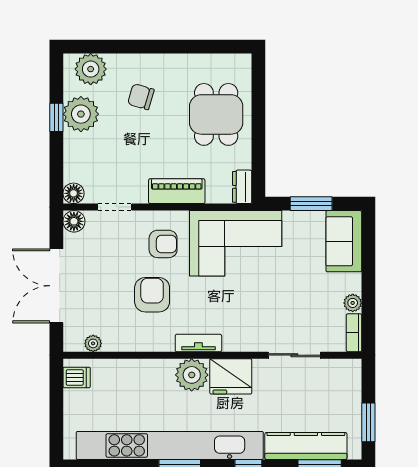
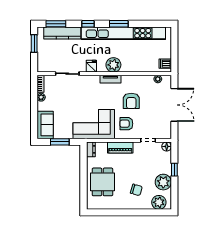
window: (56, 117) -> (174, 170), moved
floor lamp: (74, 221) -> (166, 134), removed
fridge: (231, 376) -> (91, 66), width x0.53, depth x0.75

